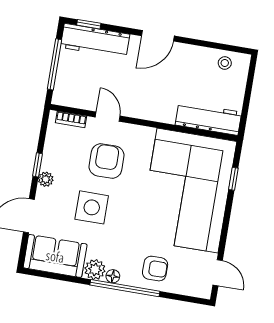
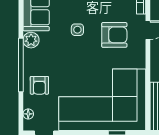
side table: (92, 207) -> (77, 30), width x0.54, depth x0.54
floor lamp: (113, 276) -> (28, 114), moved

